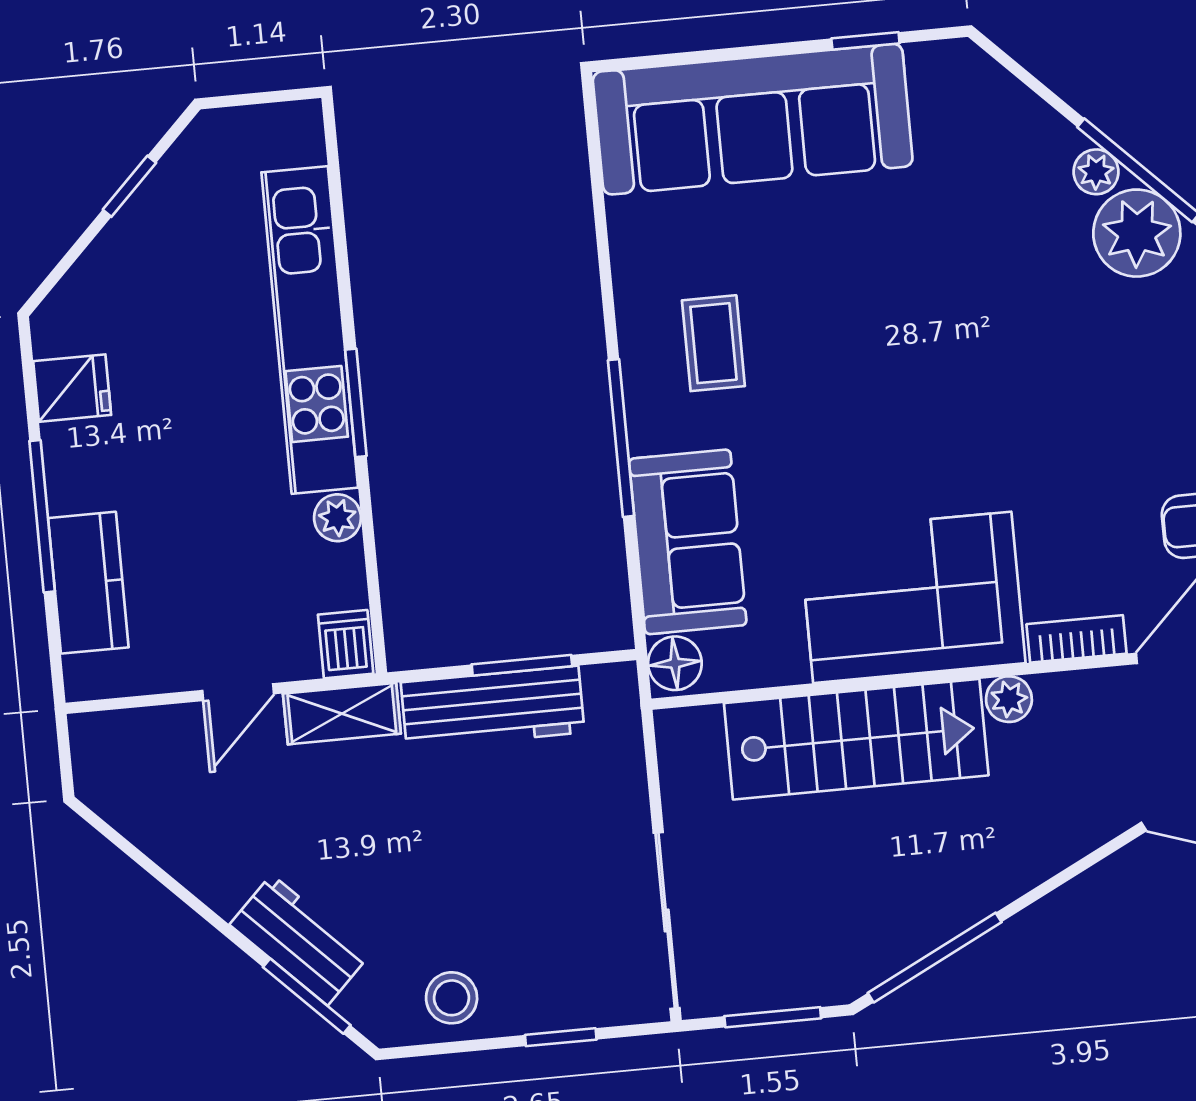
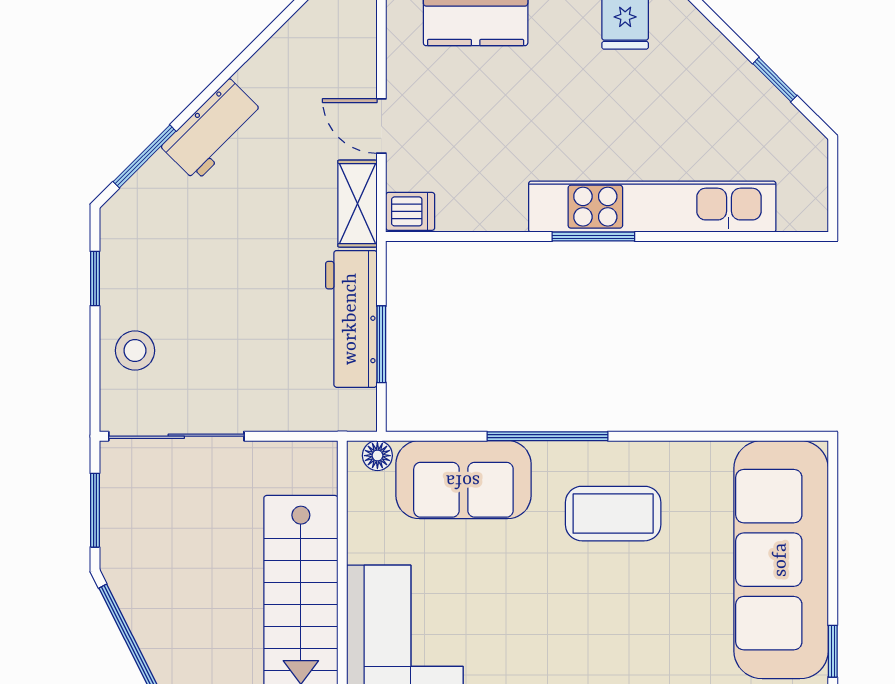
coffee table: (713, 343) -> (613, 514), width x1.36, depth x1.30
plant: (337, 518) -> (507, 214), removed
floor lamp: (675, 663) -> (377, 456), width x0.73, depth x0.73
workbench: (299, 940) -> (213, 130), moved
stool: (452, 998) -> (135, 351), moved
window: (561, 1037) -> (95, 279), moved

